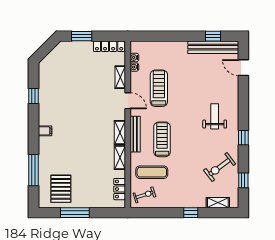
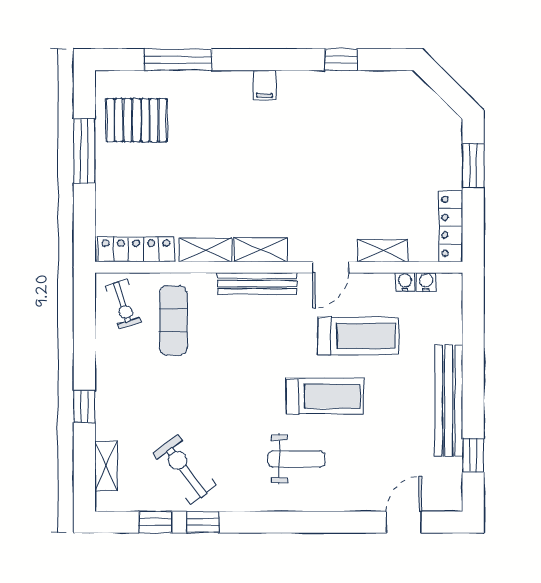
bench: (213, 47) -> (449, 401), moved
window: (243, 138) -> (203, 522), moved
treadmill: (162, 139) -> (325, 396), moved
locker: (120, 189) -> (136, 249), width x1.53

